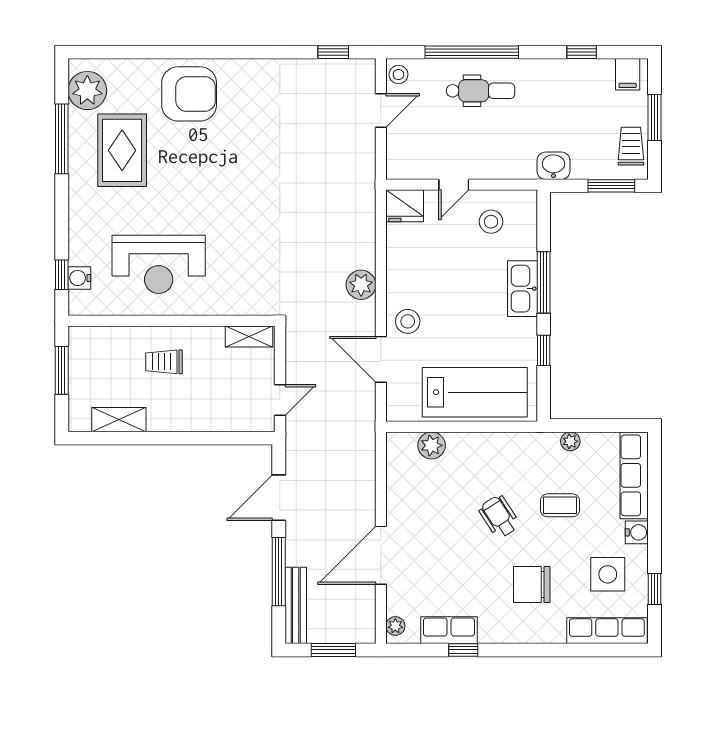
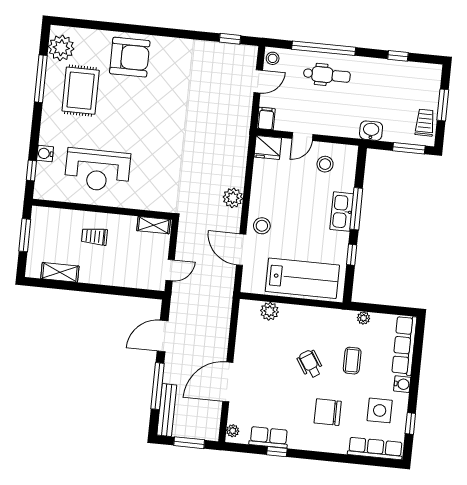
filing cabinet: (628, 74) -> (266, 119), moved, turned 180
water cooler: (79, 278) -> (45, 154), moved
coffee table: (560, 505) -> (352, 361), turned 90

